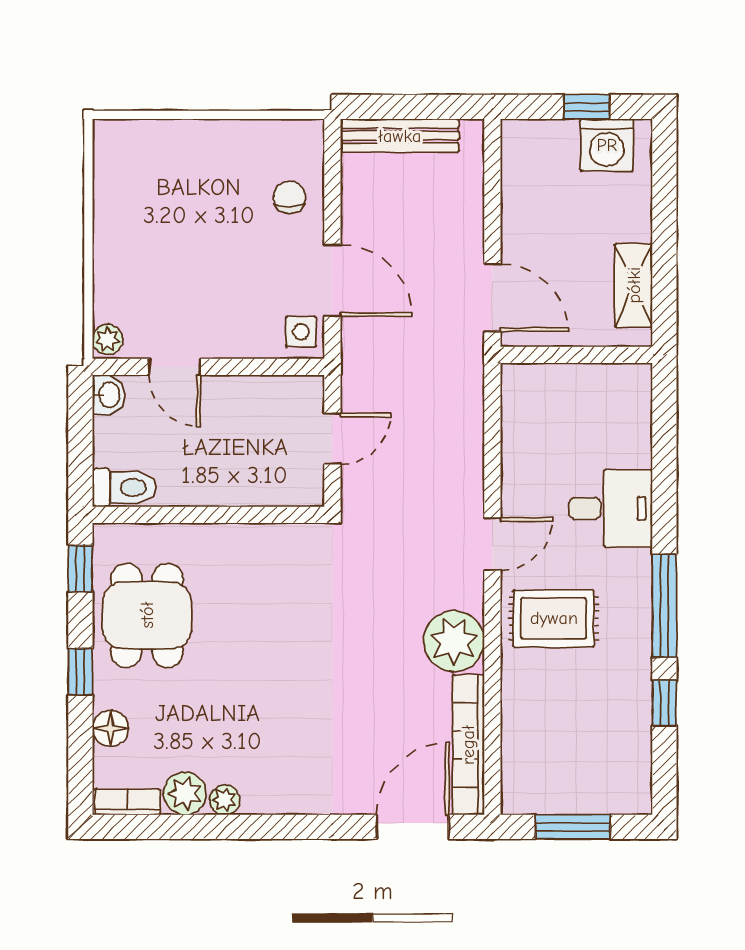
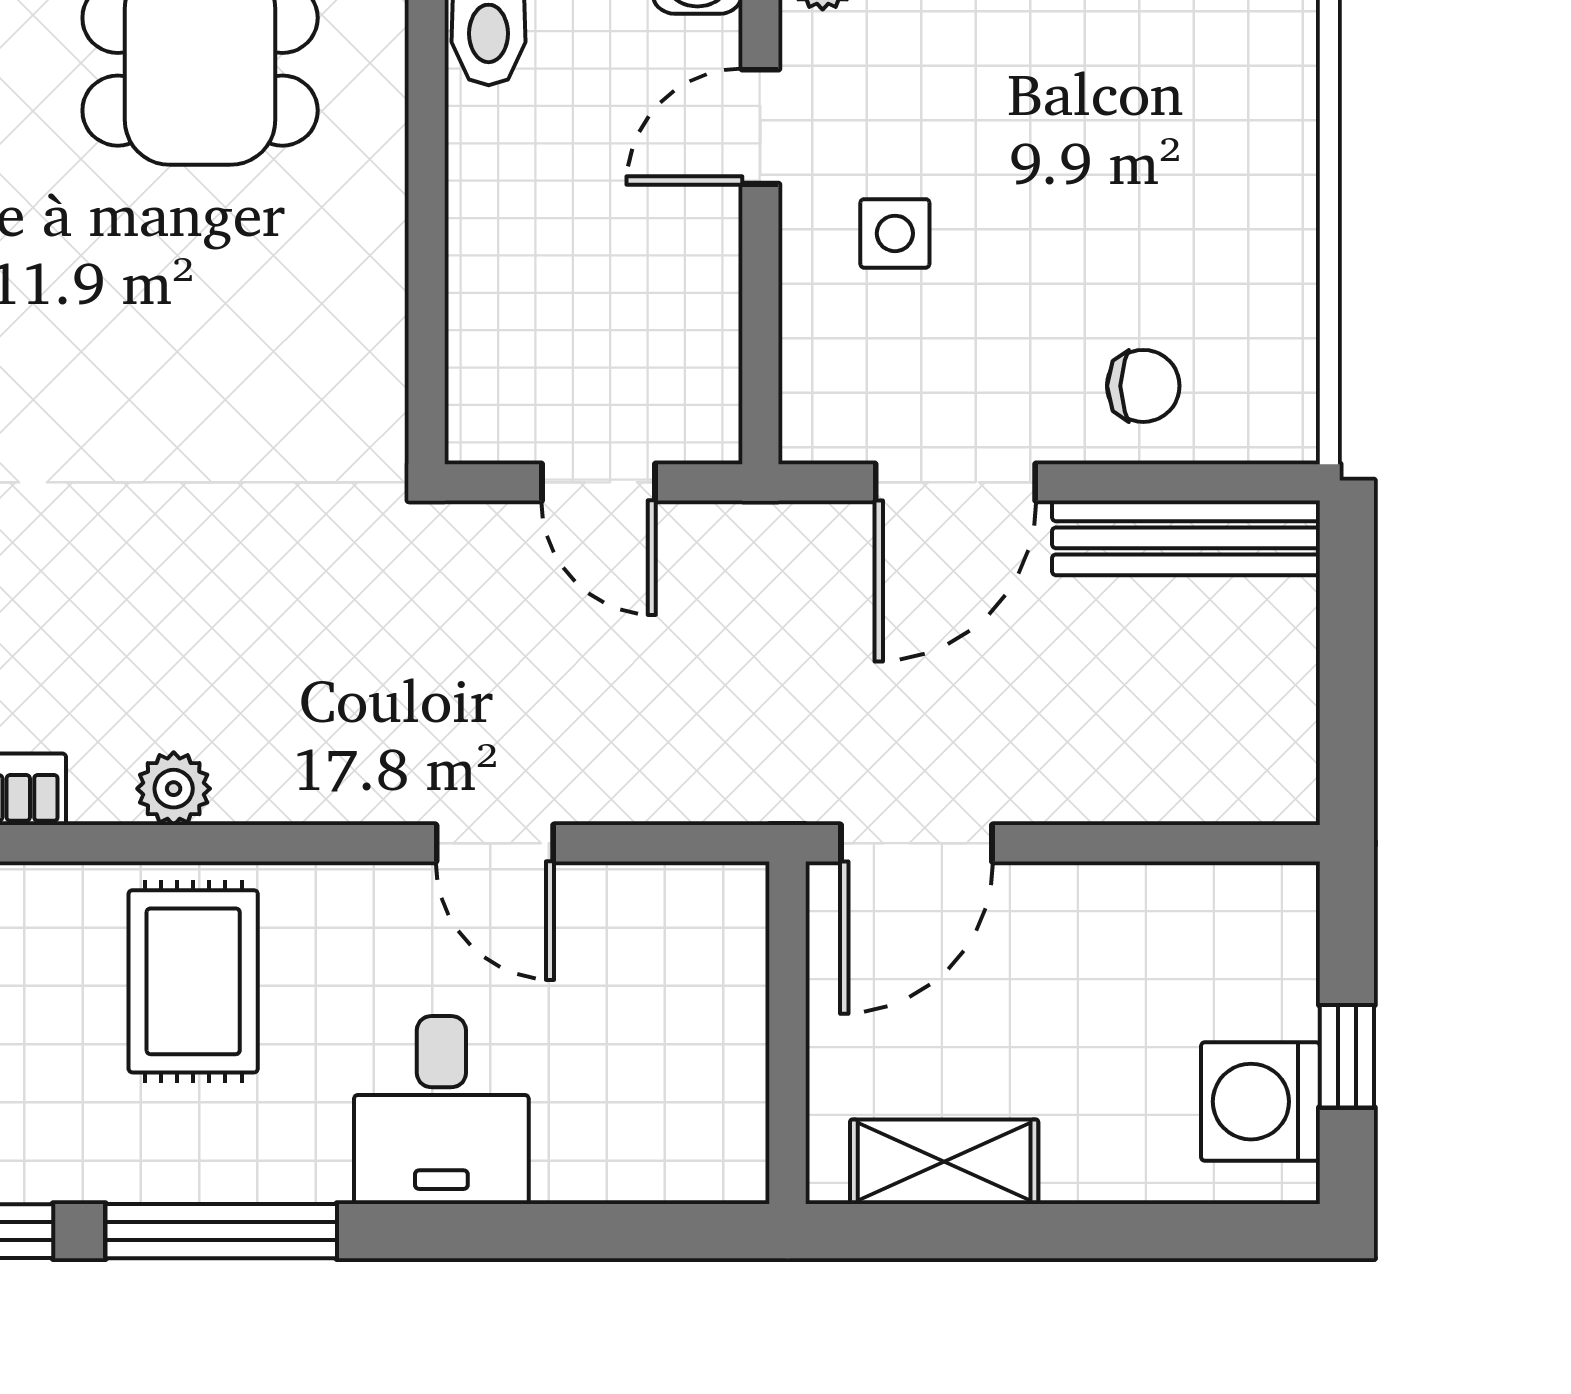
bench: (400, 136) -> (1186, 538), moved, turned 90
side table: (301, 332) -> (895, 233), moved
door: (492, 544) -> (495, 843), moved
plant: (454, 641) -> (174, 789), width x0.53, depth x0.53

